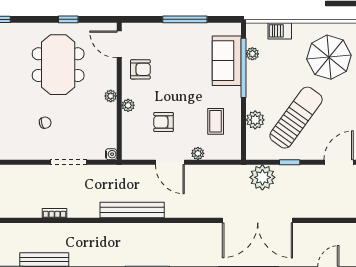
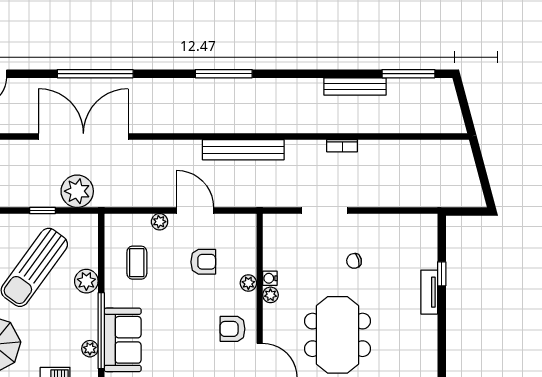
plant: (255, 120) -> (86, 281), moved
water cooler: (111, 154) -> (270, 278), moved

